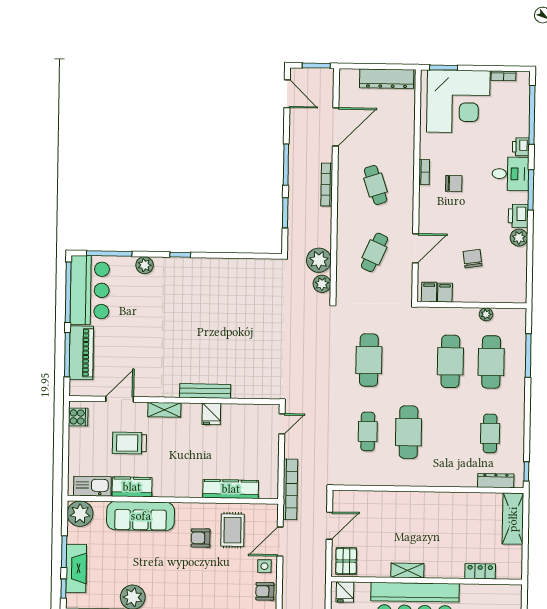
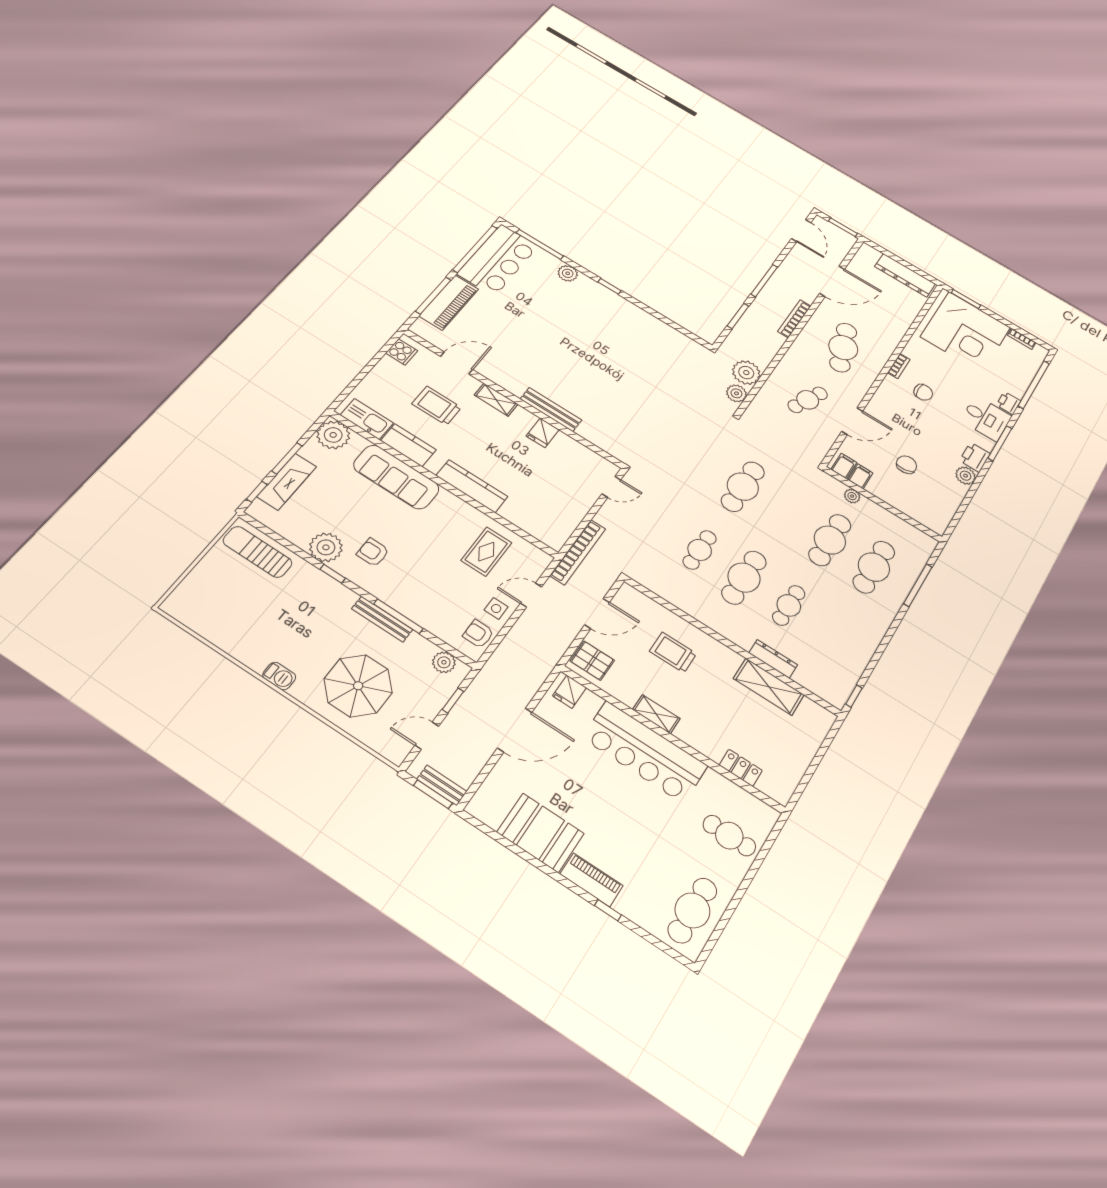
cafe table: (376, 185) -> (843, 348), width x1.37, depth x1.35
plant: (486, 314) -> (852, 496), moved
cafe table: (490, 433) -> (789, 605), moved
dresser: (496, 481) -> (773, 659), moved
kitchen counter: (231, 489) -> (472, 486), moved
shelving: (513, 519) -> (769, 687), moved, turned 90
trolley: (393, 520) -> (673, 652), added
armchair: (201, 538) -> (373, 552), moved
door: (280, 542) -> (531, 595), width x0.73
pallet: (346, 561) -> (592, 661), turned 90

